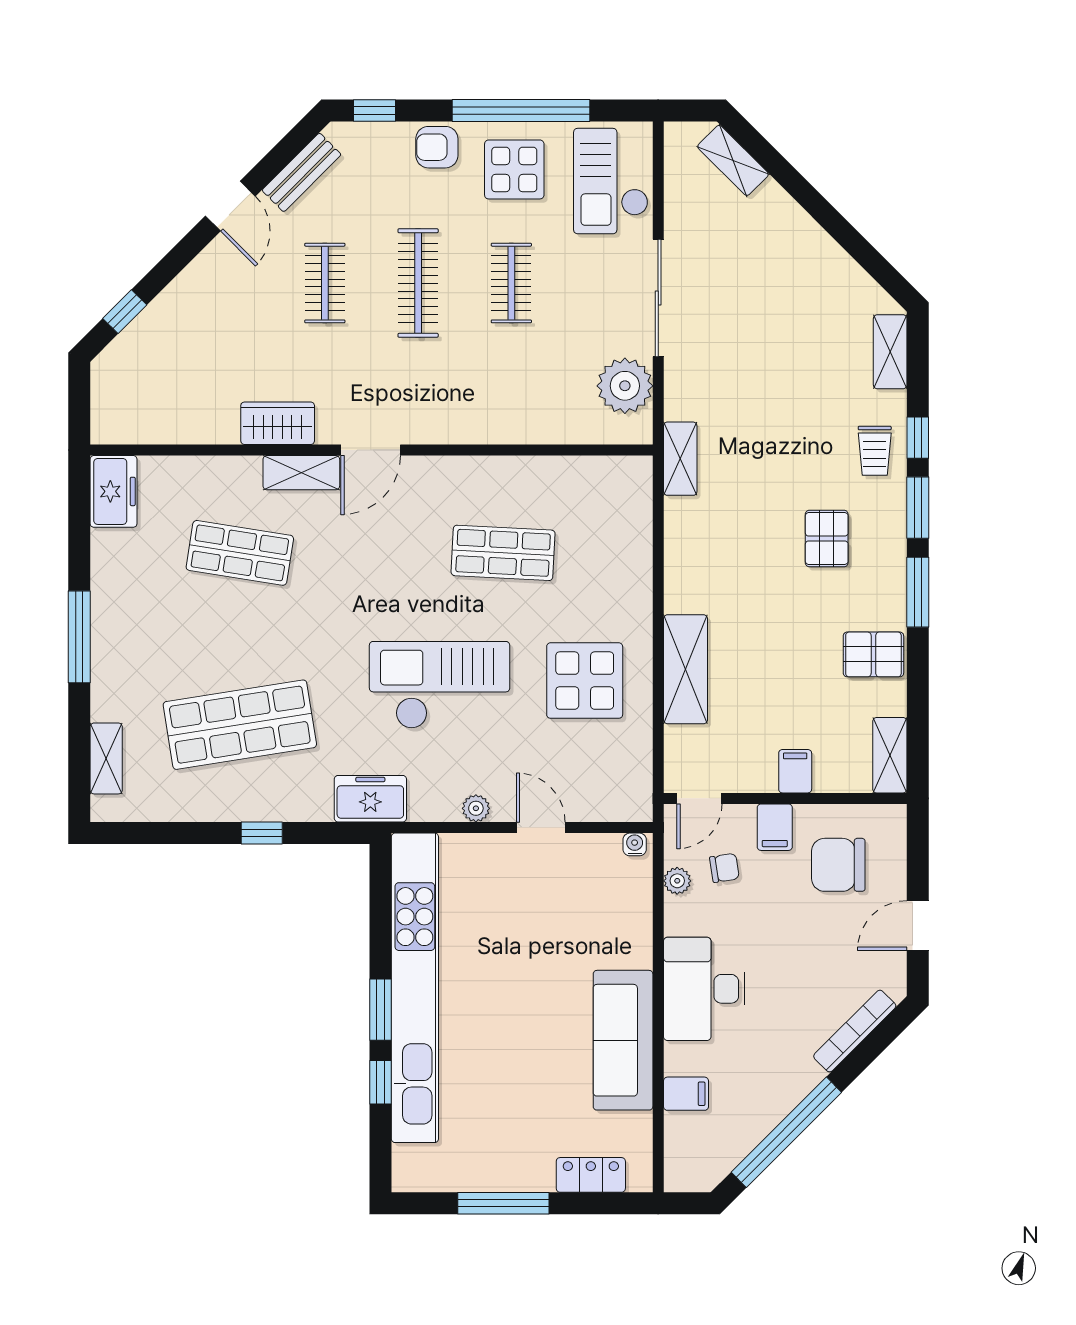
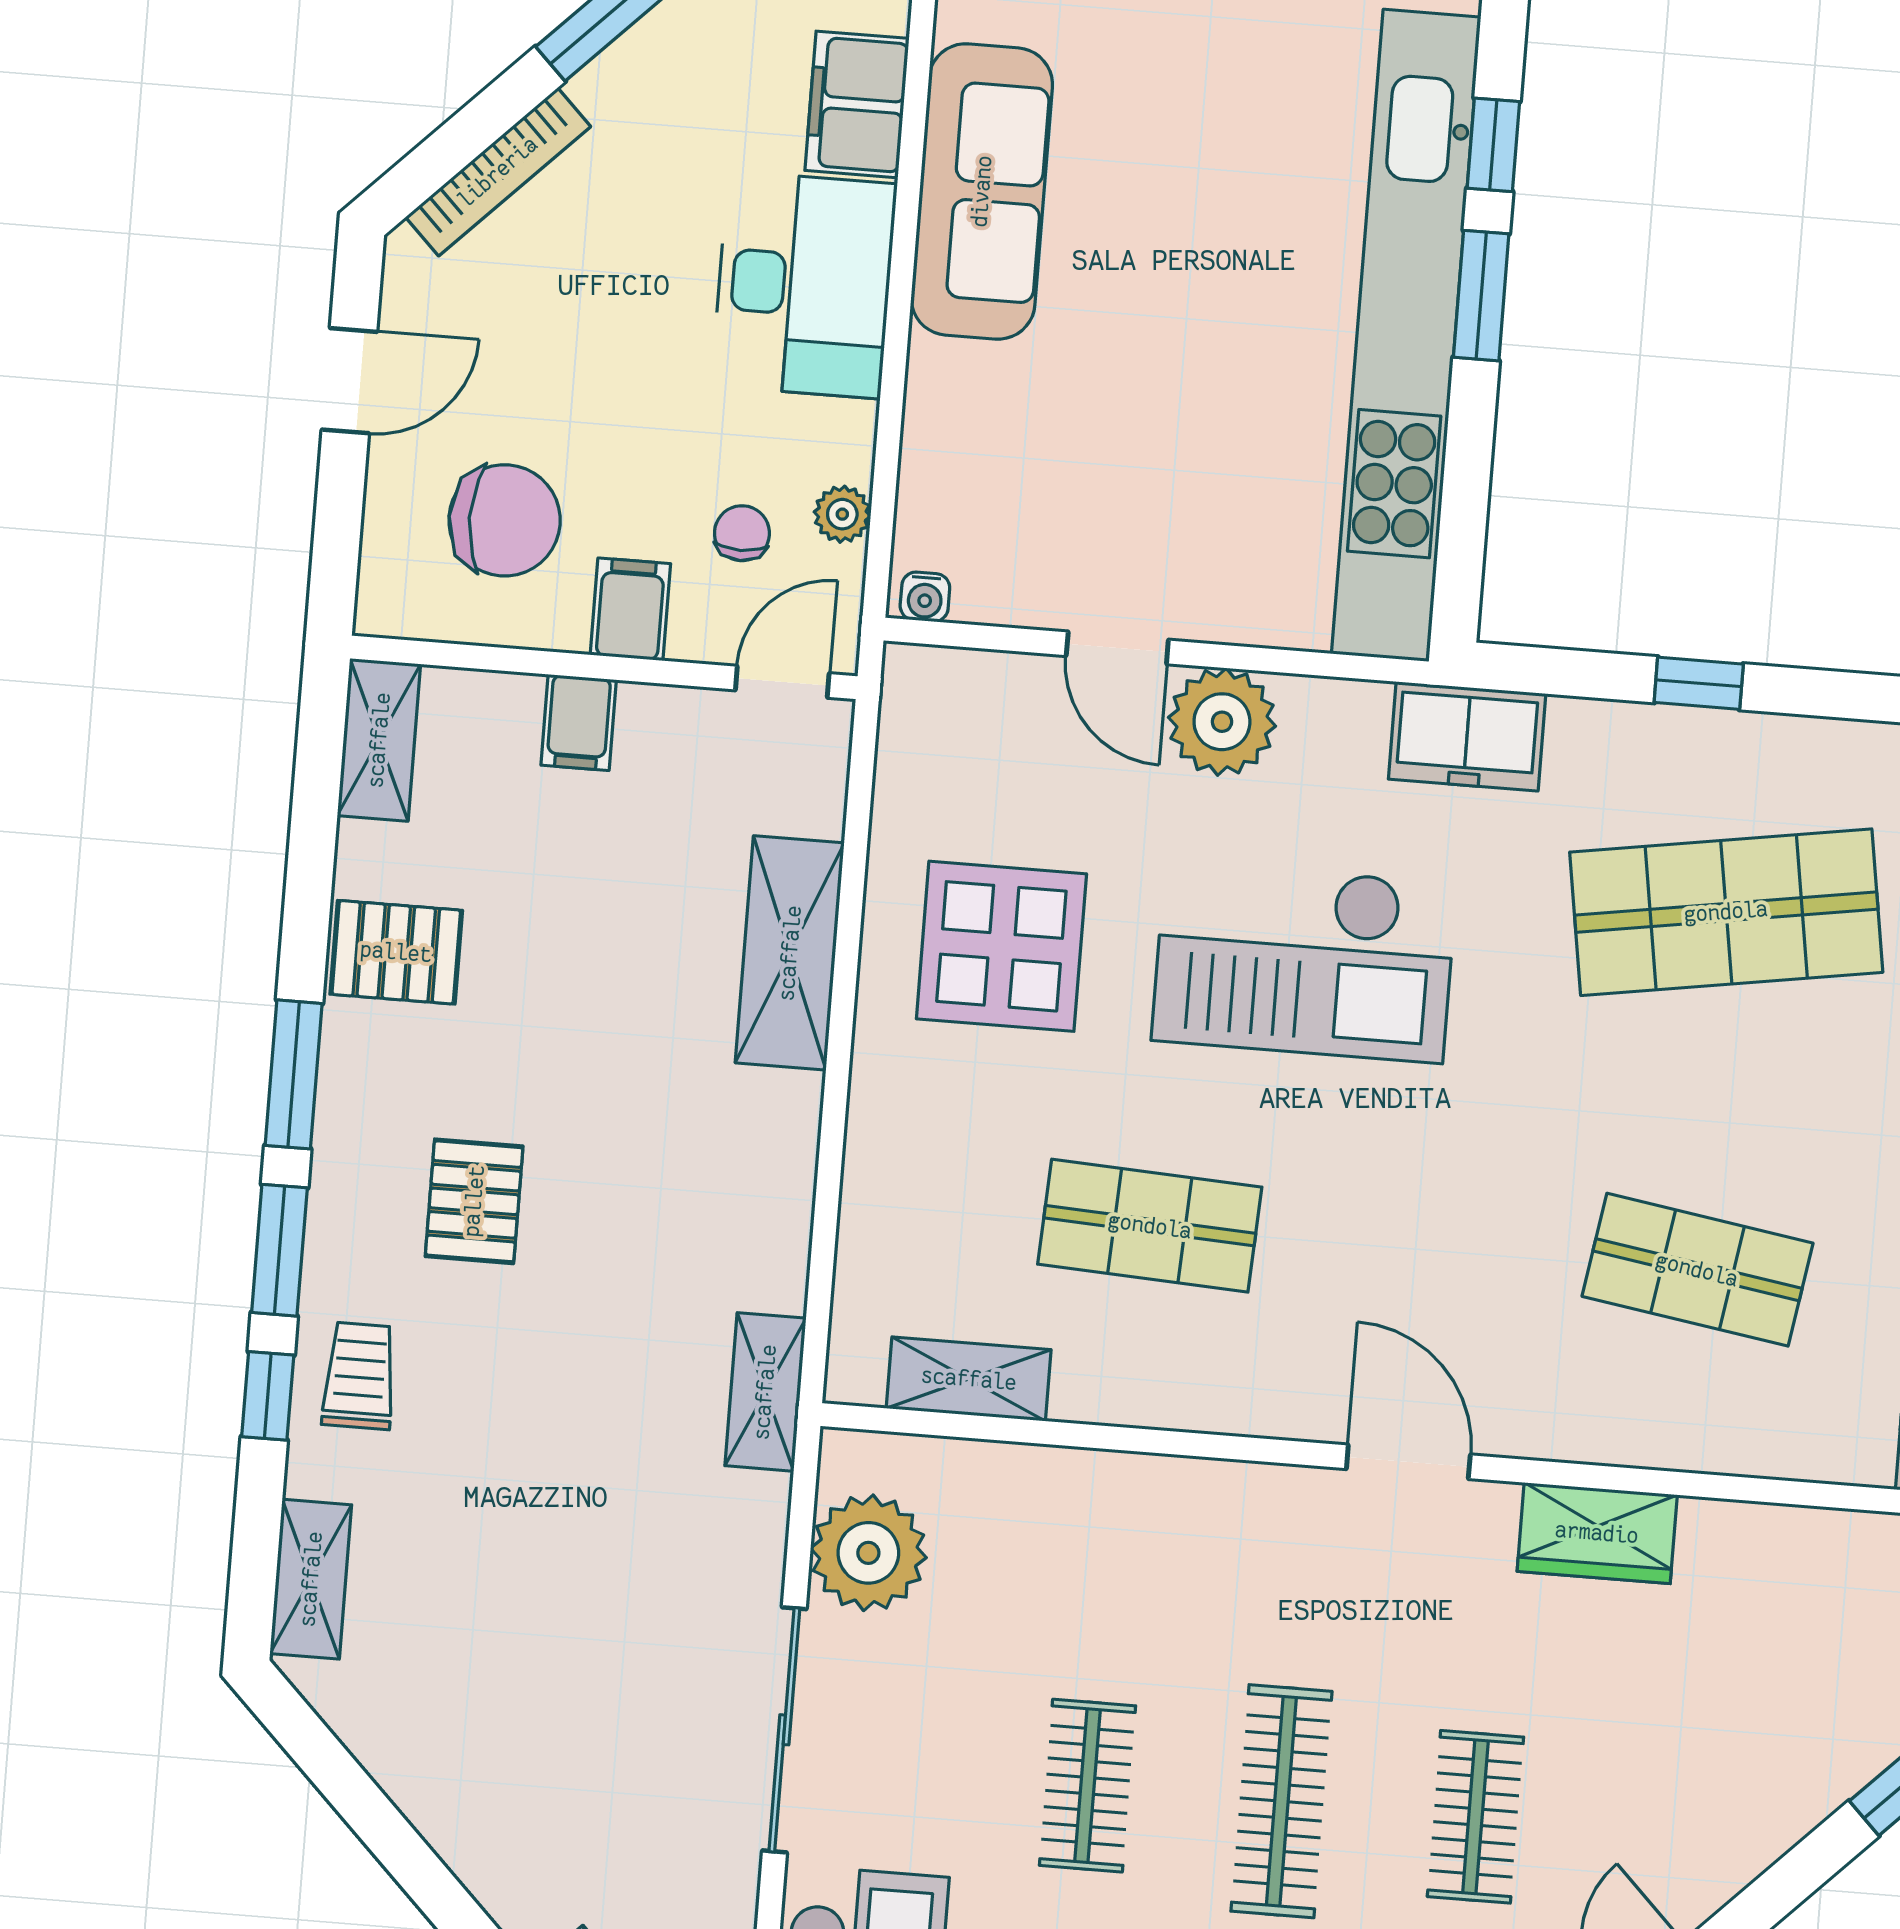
door: (371, 450) -> (1408, 1462), hinge flipped
shelving: (301, 473) -> (969, 1379), moved
plant: (476, 808) -> (1222, 722), width x1.87, depth x1.87
chair: (724, 868) -> (742, 533), turned 99
filing cabinet: (686, 1094) -> (857, 104), width x2.00

